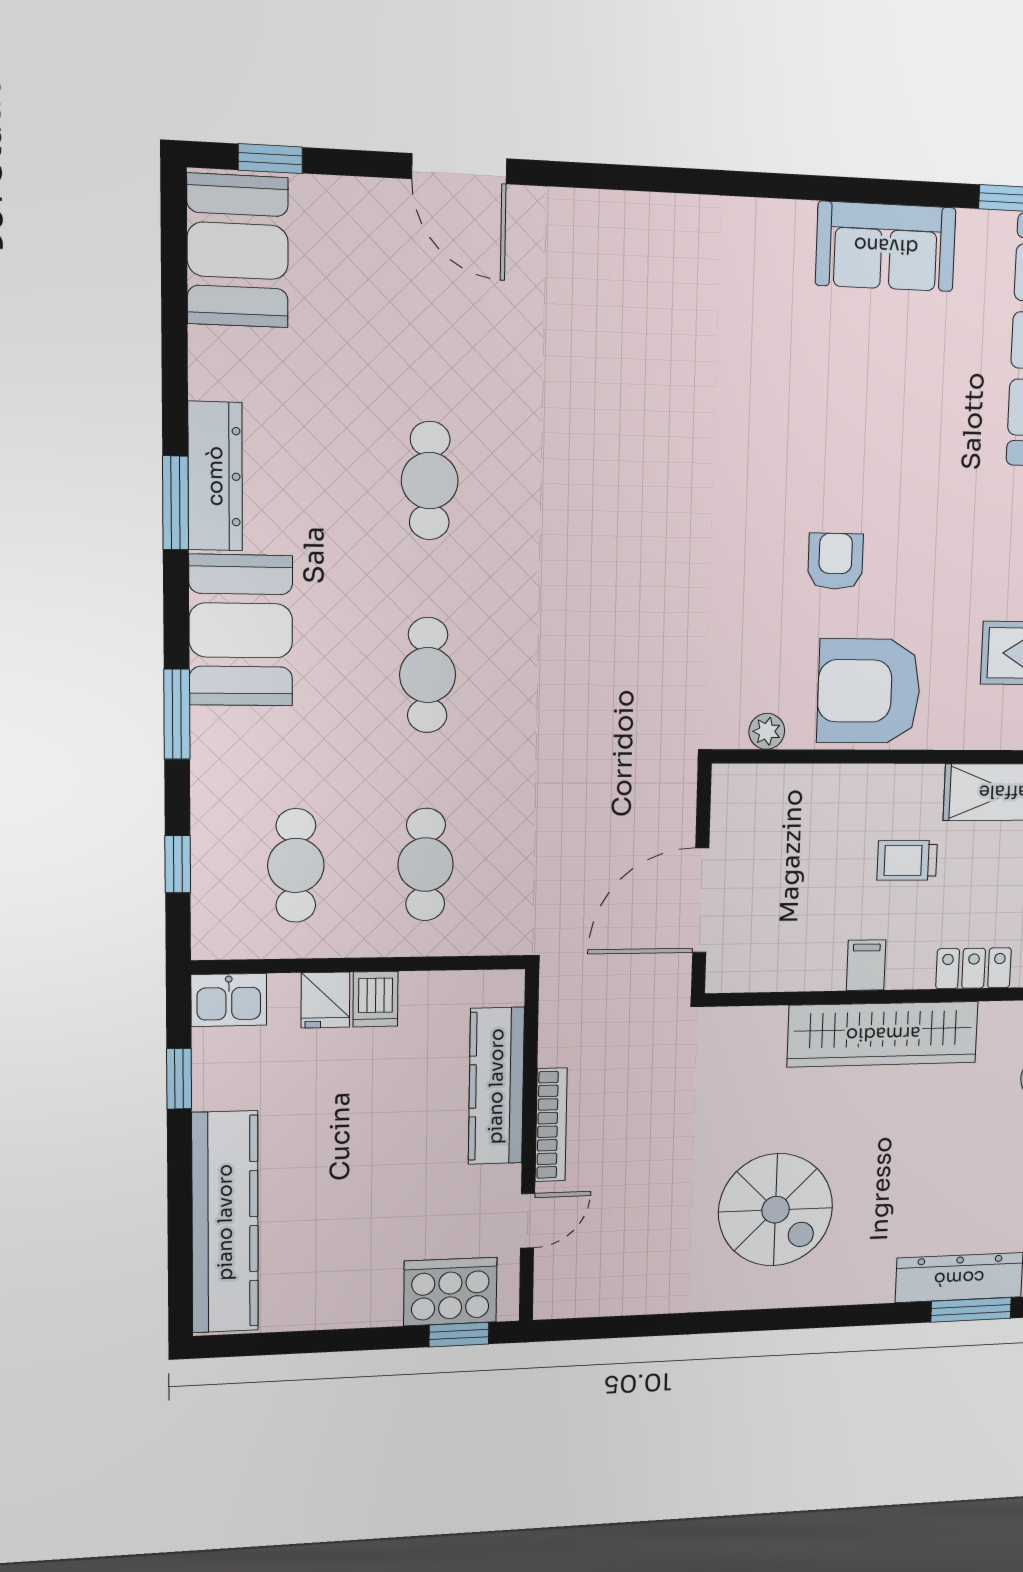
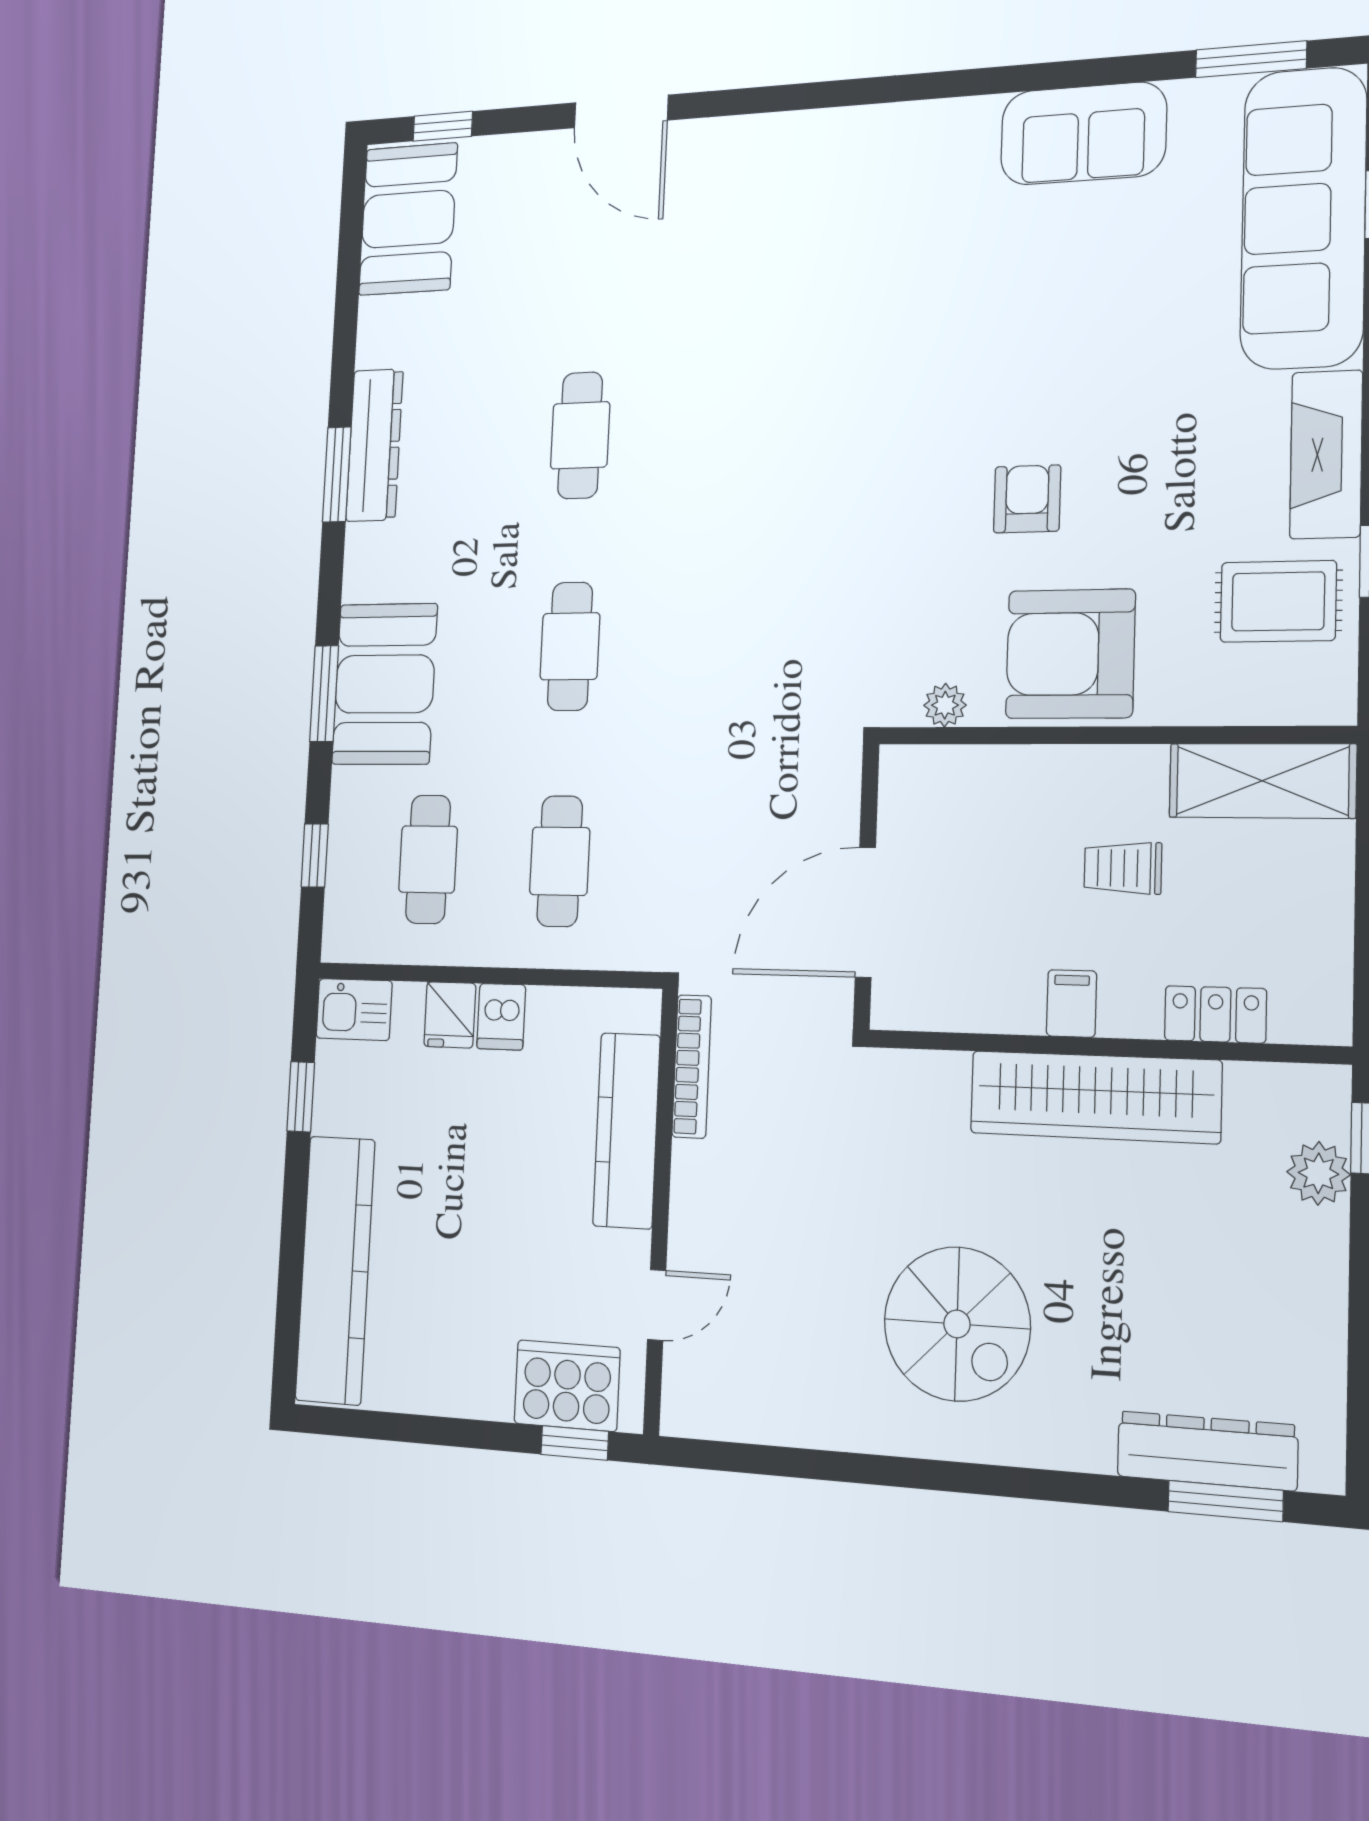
booth: (241, 630) -> (385, 684), moved
bookcase: (551, 1125) -> (692, 1066), moved

